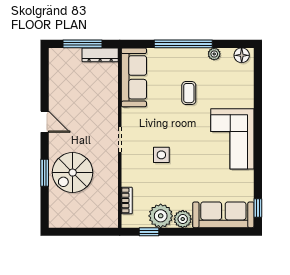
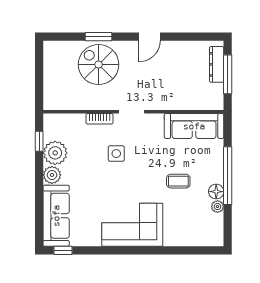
dresser: (100, 55) -> (217, 64), moved
floor lamp: (242, 55) -> (216, 192), moved
bookcase: (127, 200) -> (99, 119), moved

